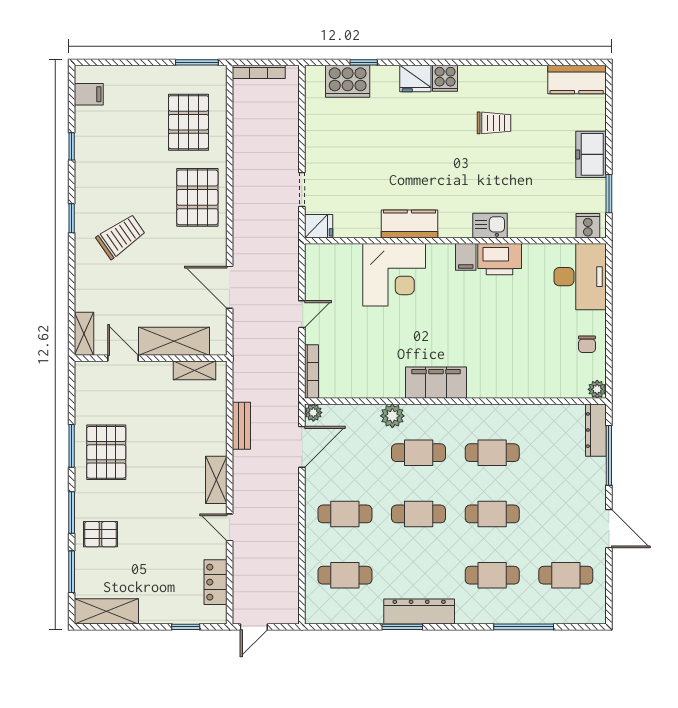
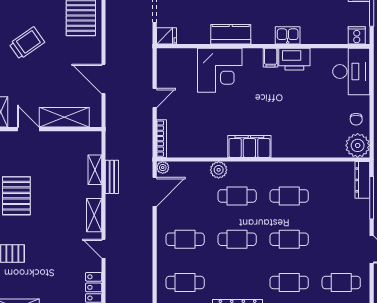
shelving: (195, 370) -> (95, 170), moved, turned 90
plant: (597, 389) -> (358, 145), width x1.88, depth x1.88

